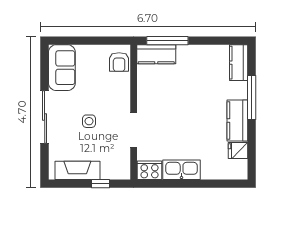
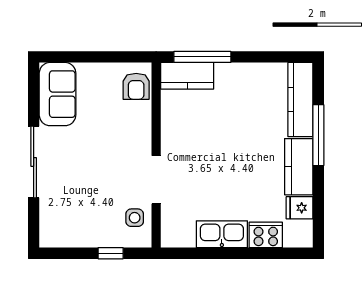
kitchen counter: (239, 63) -> (300, 100), width x1.50
side table: (89, 121) -> (135, 218), moved
fireplace: (77, 170) -> (79, 235), removed
cooker: (150, 170) -> (266, 235), moved

